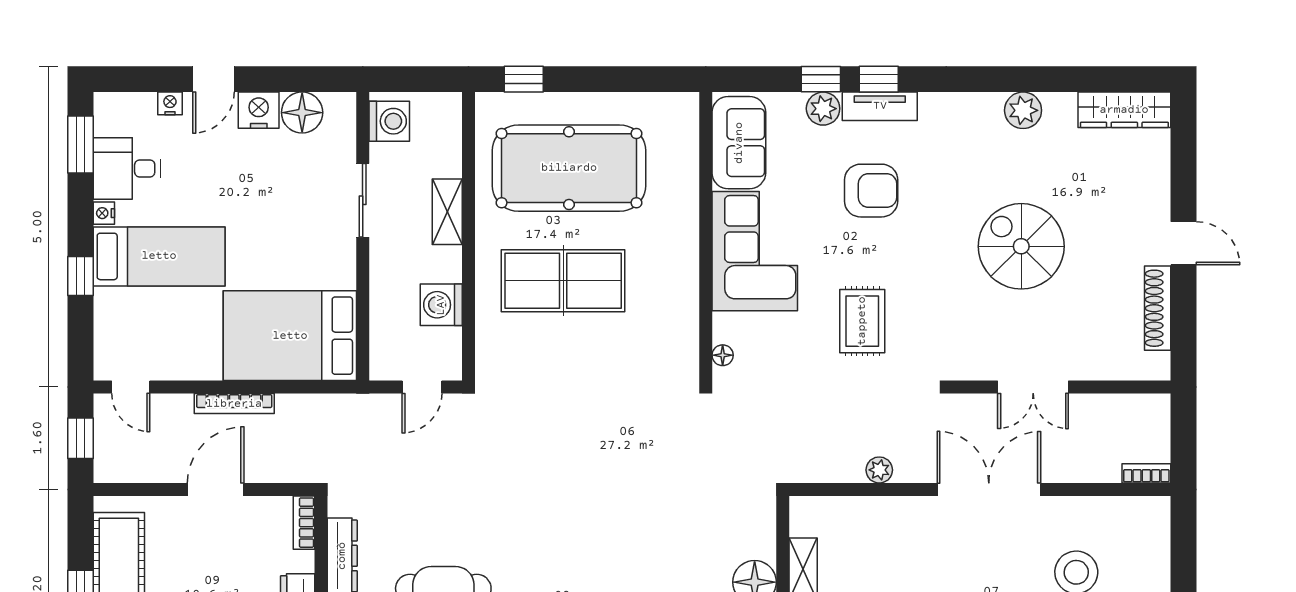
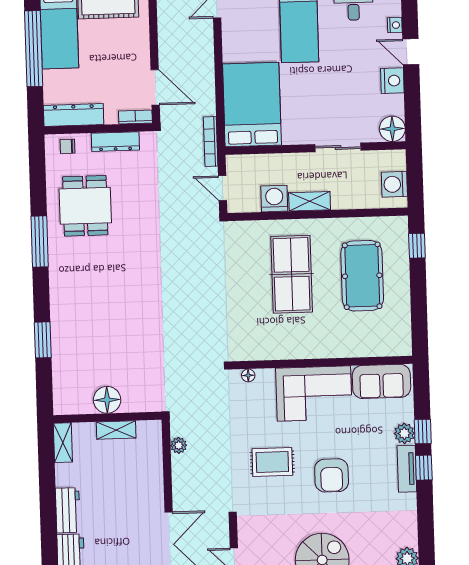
floor lamp: (302, 113) -> (392, 129), moved
washing machine: (389, 121) -> (394, 184), moved, turned 90
pool table: (569, 168) -> (362, 276), width x0.73, depth x0.76
armchair: (871, 191) -> (332, 475), moved
shelving: (447, 212) -> (310, 201), moved
bookcase: (234, 404) -> (211, 142), moved
plant: (879, 470) -> (179, 445), moved
door: (216, 490) -> (155, 87), moved

